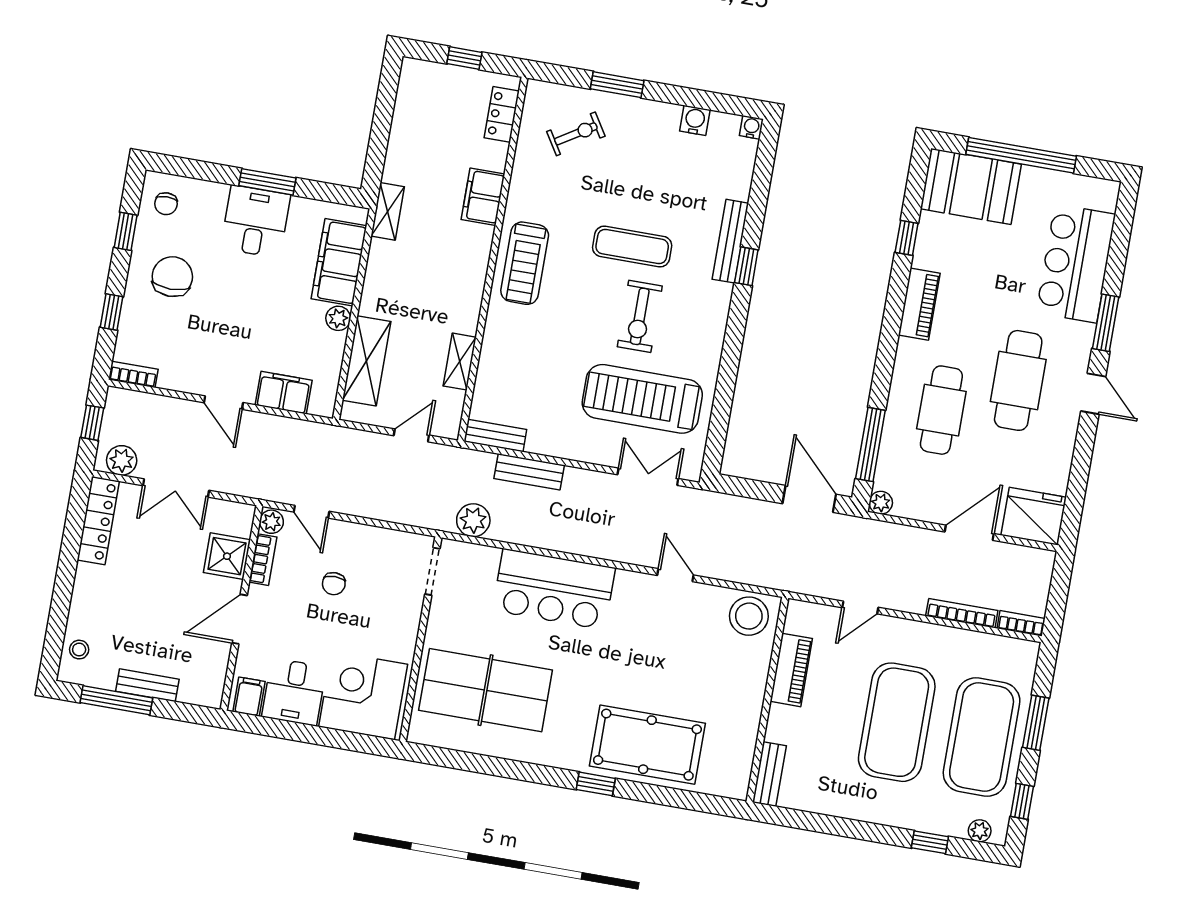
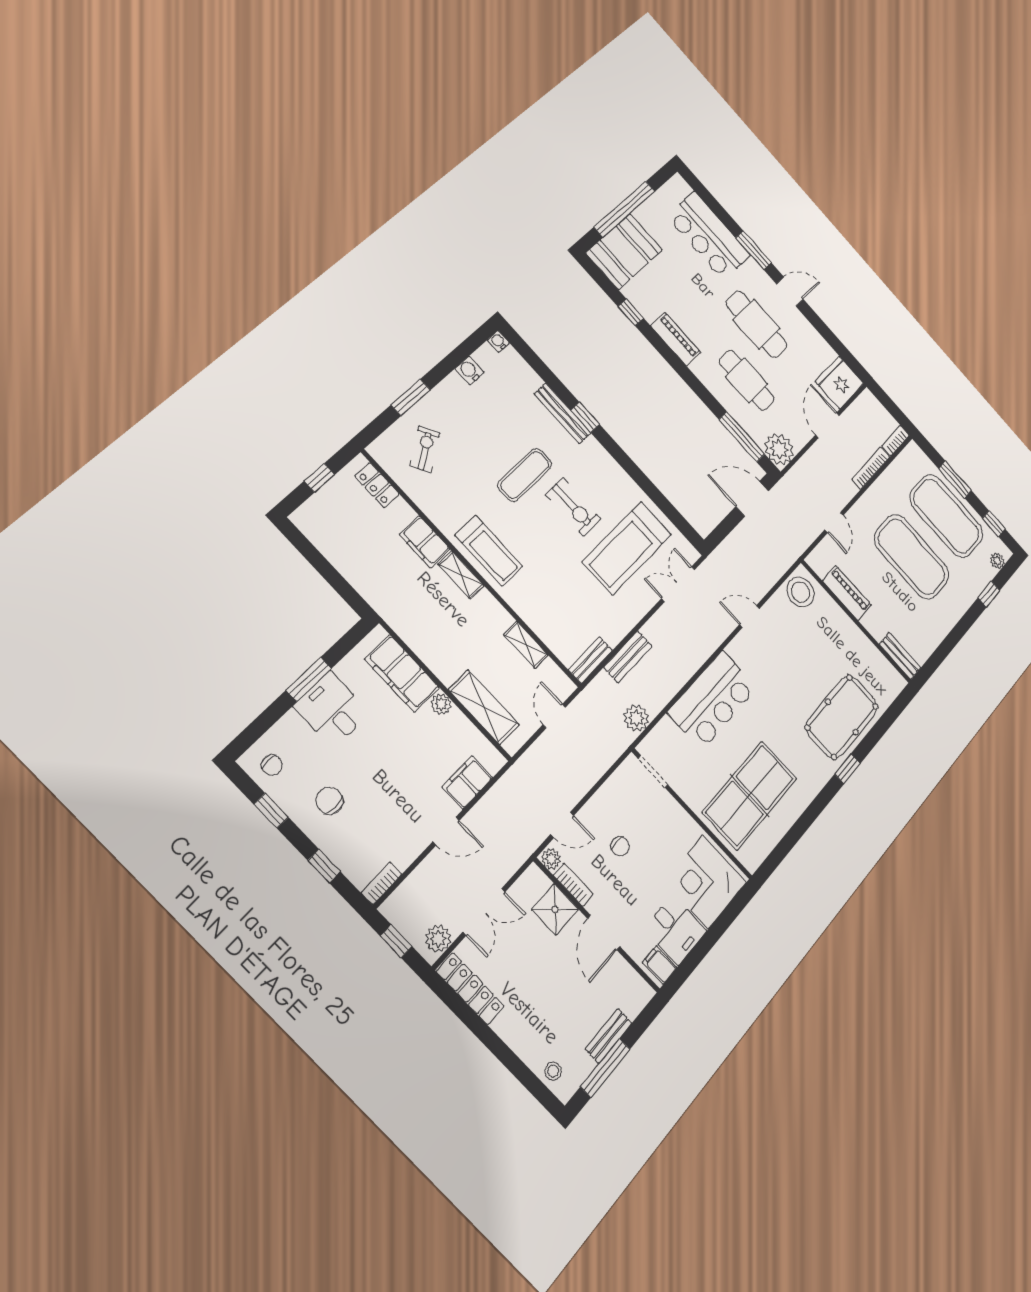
shelving: (388, 211) -> (461, 575), moved
chair: (172, 277) -> (329, 801), width x0.73, depth x0.73
plant: (881, 503) -> (779, 449), width x1.87, depth x1.87

